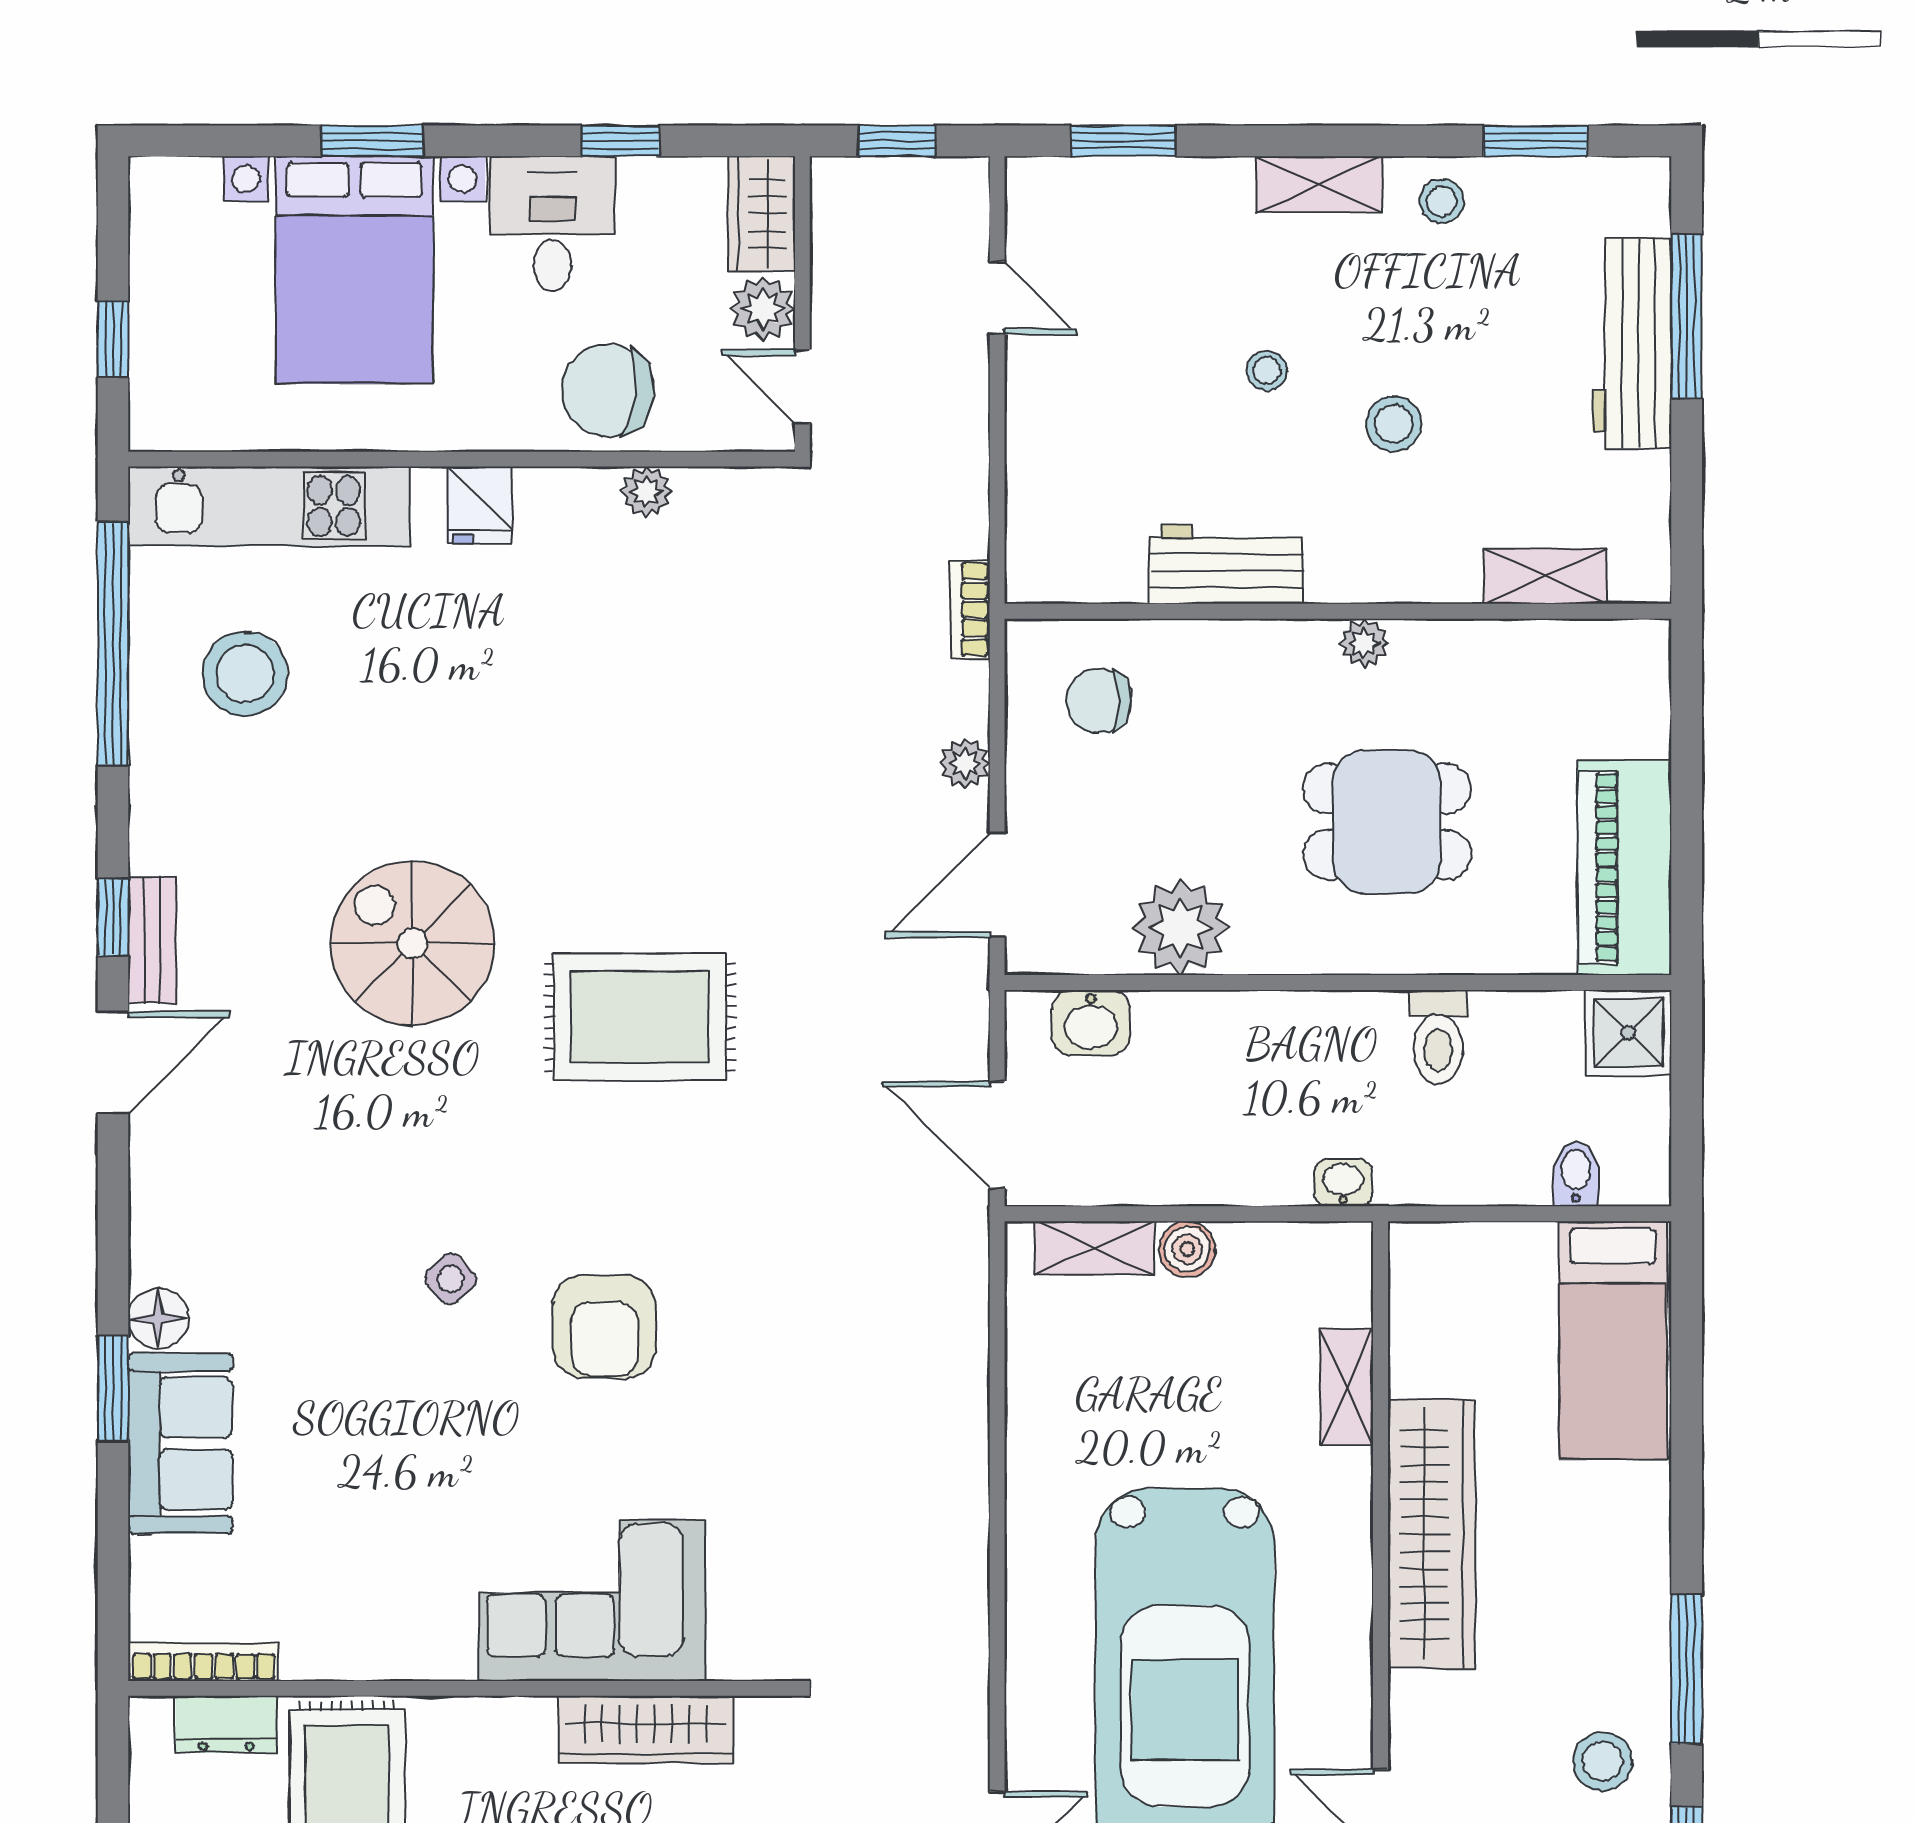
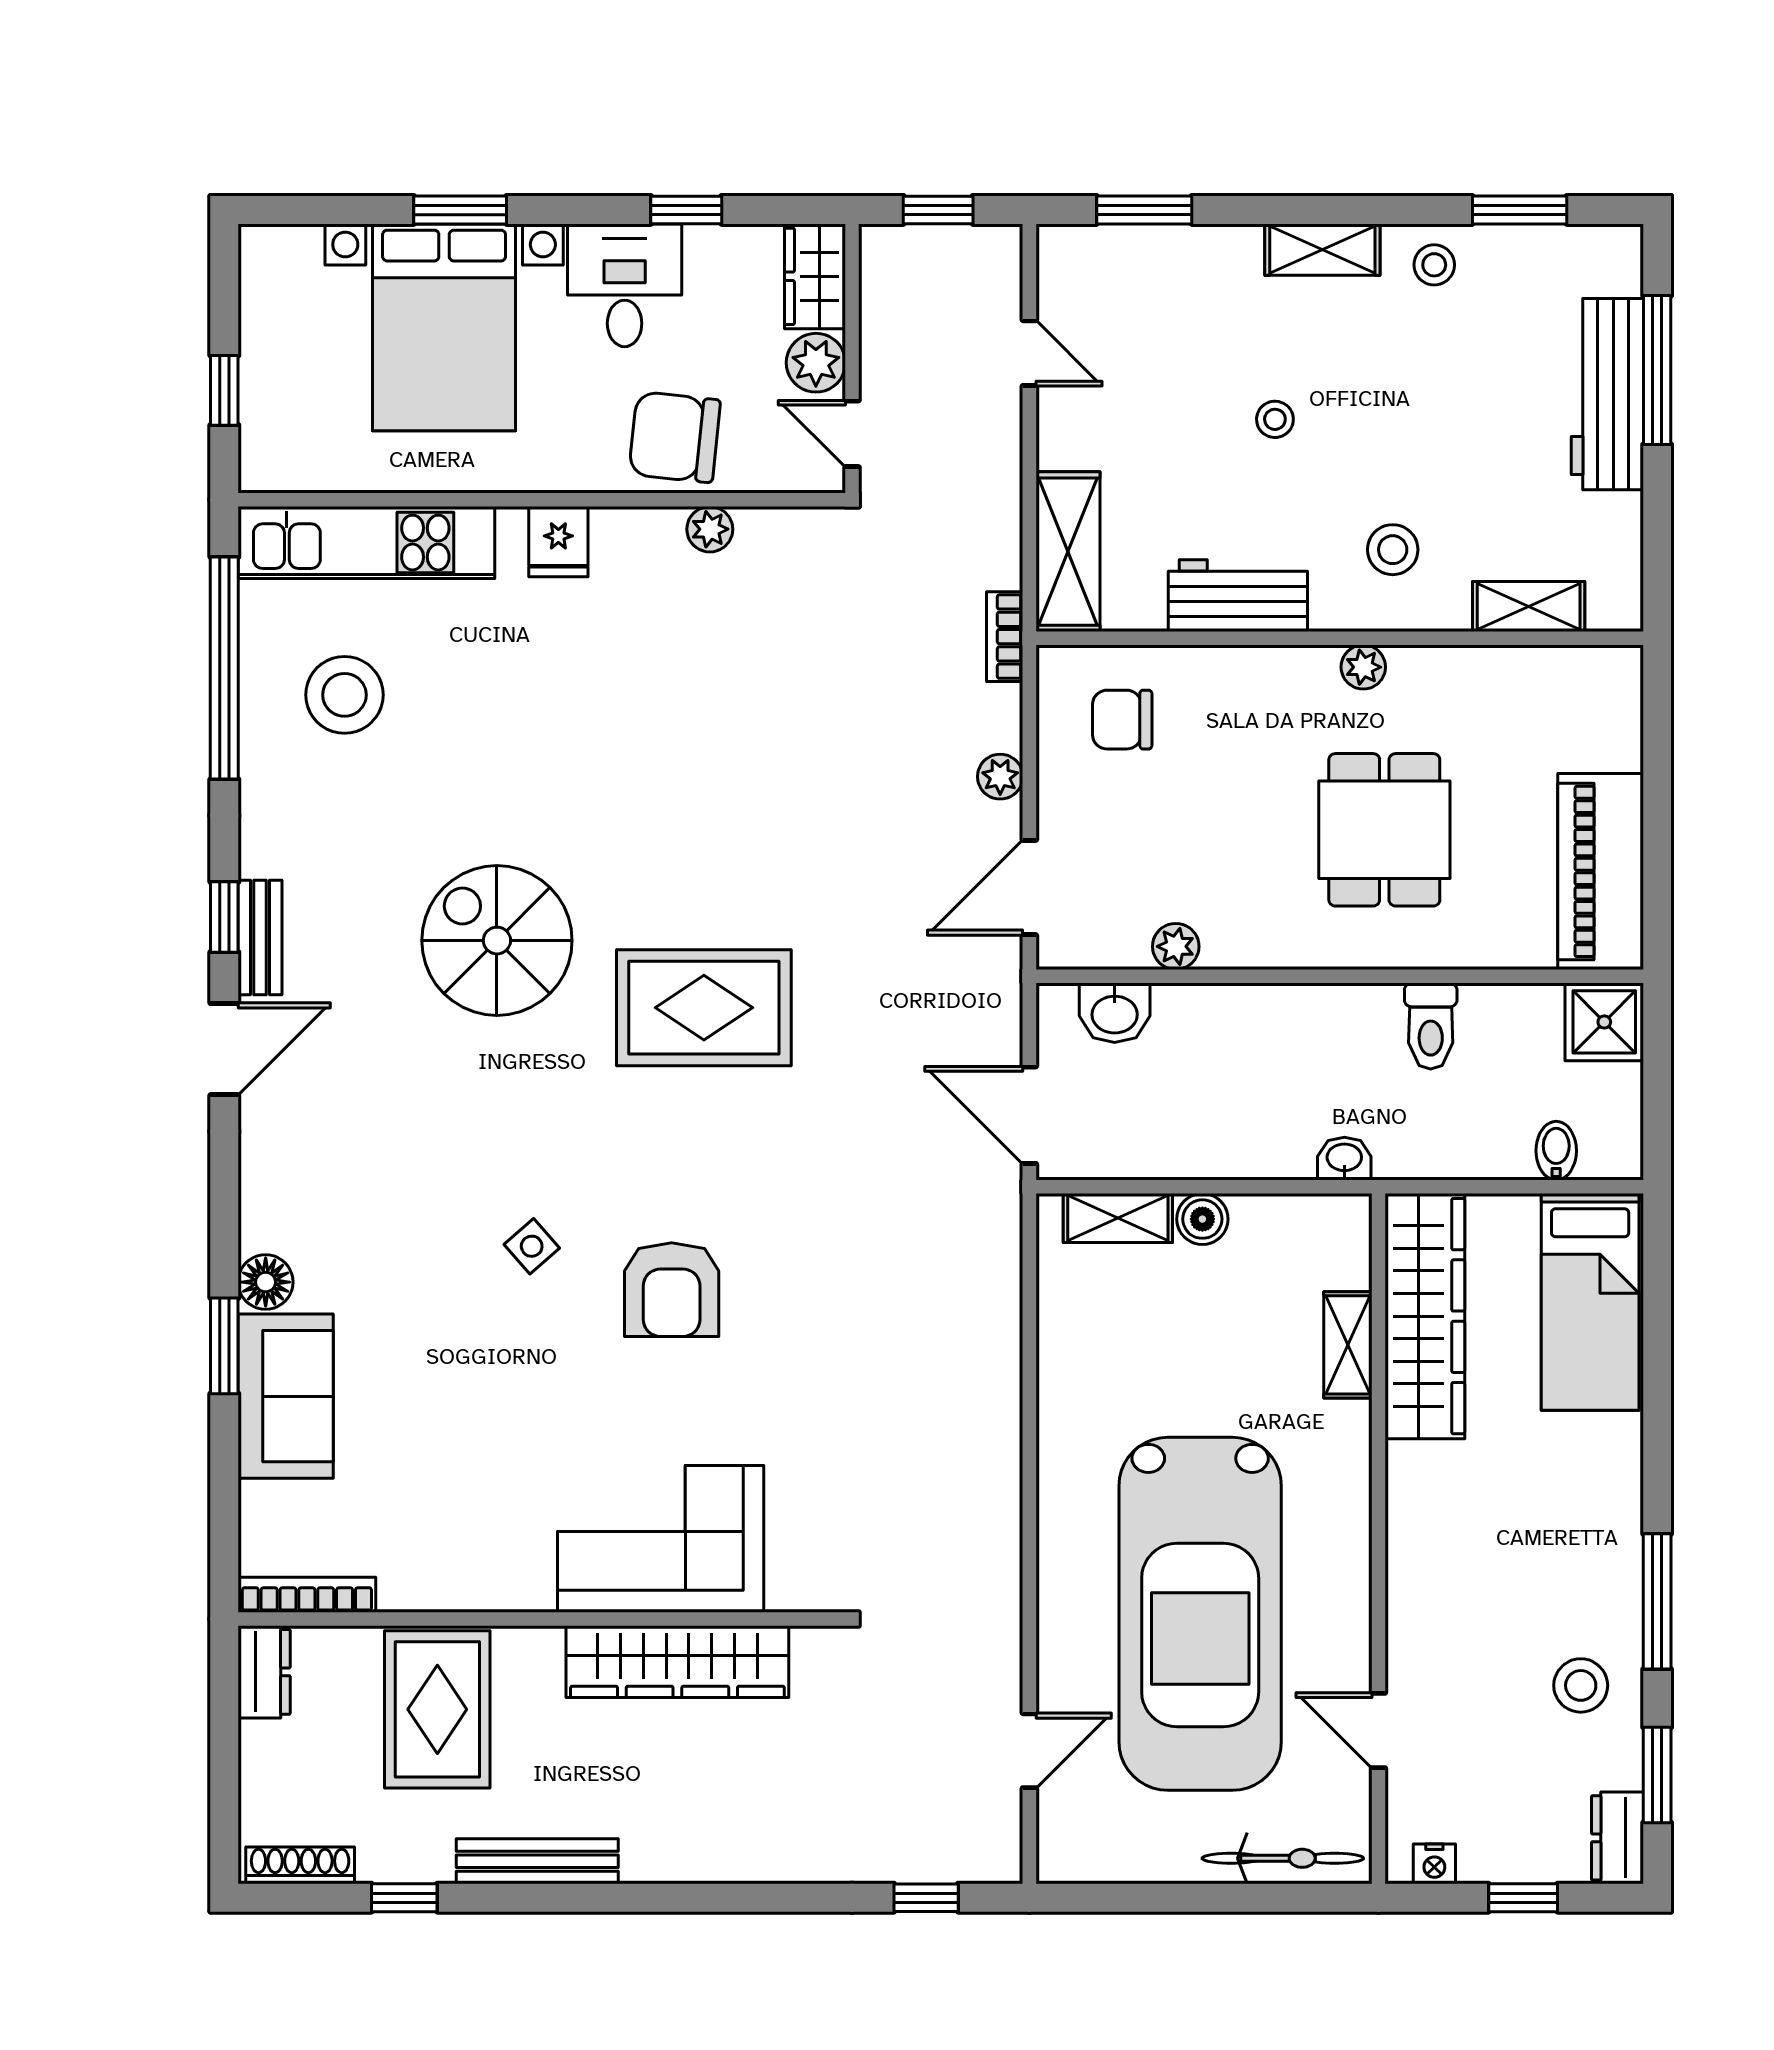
stool: (1394, 424) -> (1393, 550), moved
shelving: (1040, 516) -> (1068, 552), added
dining table: (1387, 822) -> (1384, 830), turned 90
plant: (1180, 927) -> (1176, 946), width x0.53, depth x0.53
wardrobe: (1431, 1534) -> (1425, 1316), moved
dresser: (226, 1724) -> (264, 1672), moved, turned -90
wardrobe: (646, 1729) -> (677, 1662), width x1.40, depth x1.17

